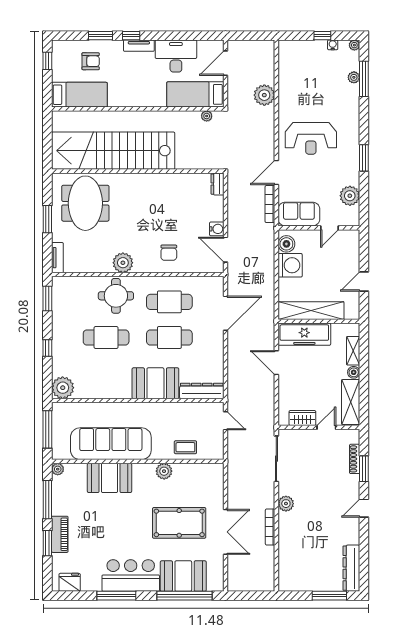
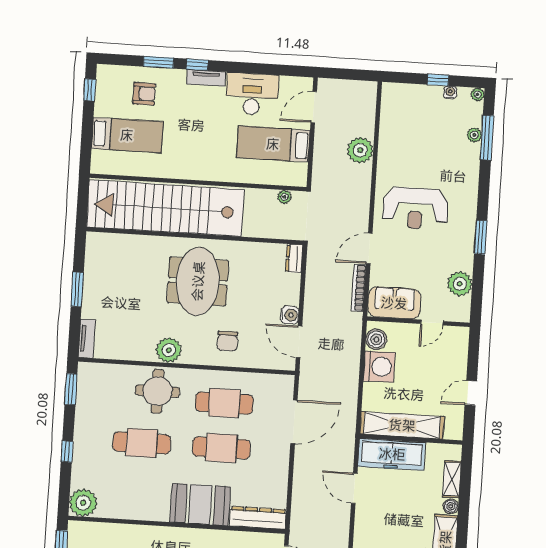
wall: (138, 109) -> (198, 183), moved
plant: (207, 116) -> (284, 197), moved
meeting table: (85, 203) -> (198, 281), moved

